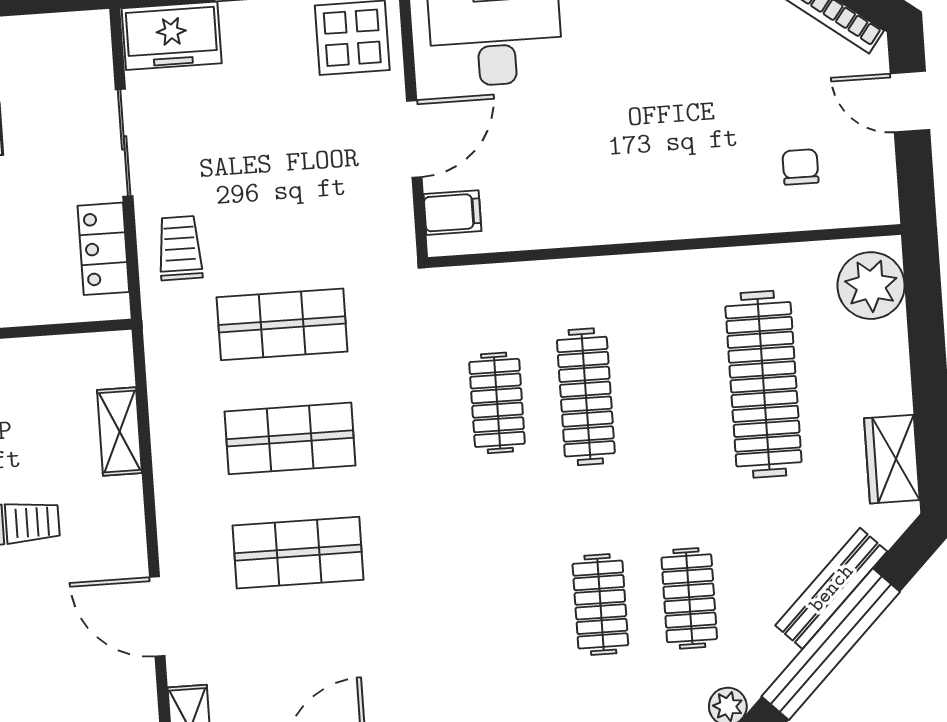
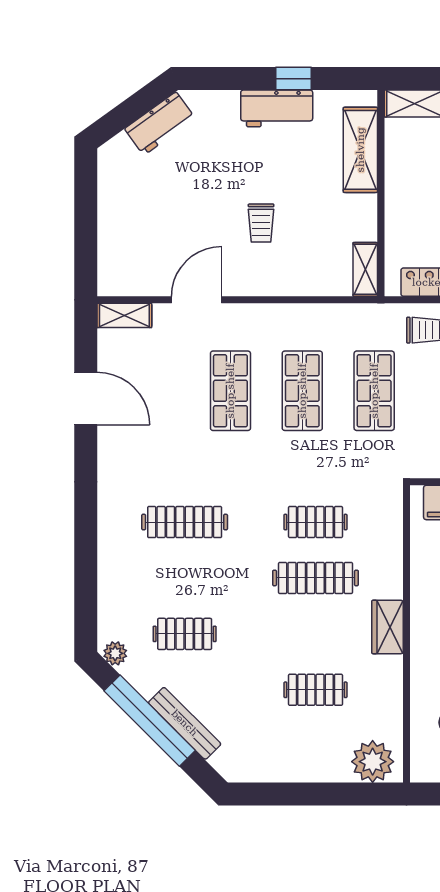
clothes rail: (763, 384) -> (315, 690), width x0.54, depth x0.76
shelving: (119, 432) -> (365, 269), moved, turned 90
wardrobe: (892, 459) -> (387, 627), moved, turned -90
clothes rail: (600, 605) -> (185, 522), moved, width x1.36

